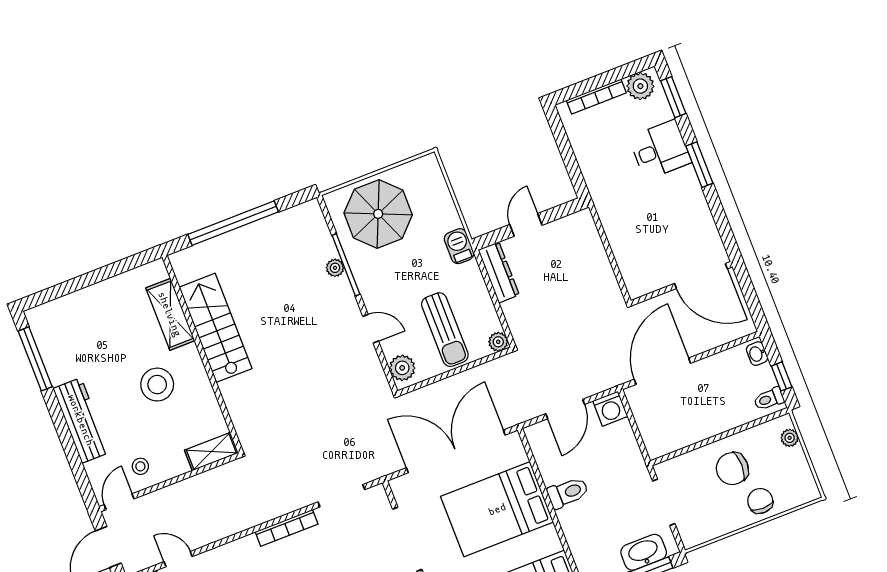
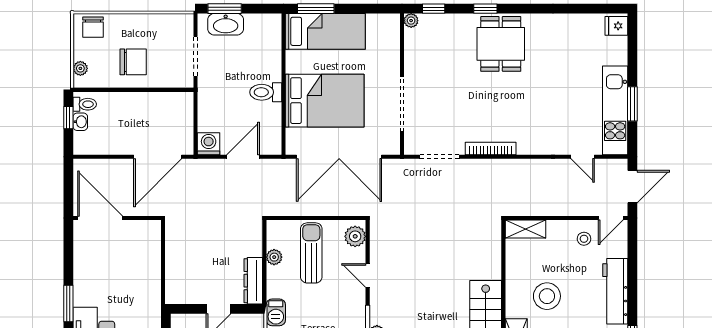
plant: (498, 342) -> (274, 257), moved
washbasin: (757, 354) -> (80, 122), moved
chair: (760, 501) -> (93, 27), moved

